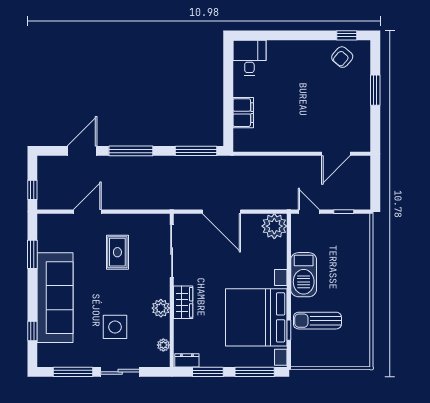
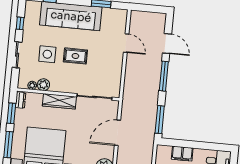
window: (32, 190) -> (144, 8), removed
rug: (117, 252) -> (75, 56), moved
wardrobe: (183, 302) -> (59, 101), width x1.50
plant: (161, 308) -> (43, 85), moved
window: (73, 372) -> (20, 23), width x0.46

